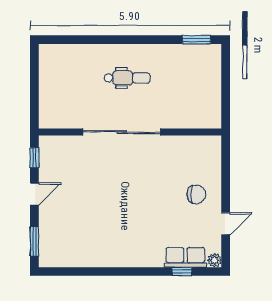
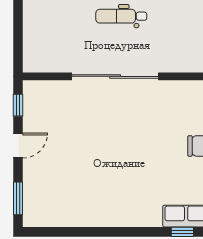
dental chair: (127, 78) -> (121, 16), turned 180

